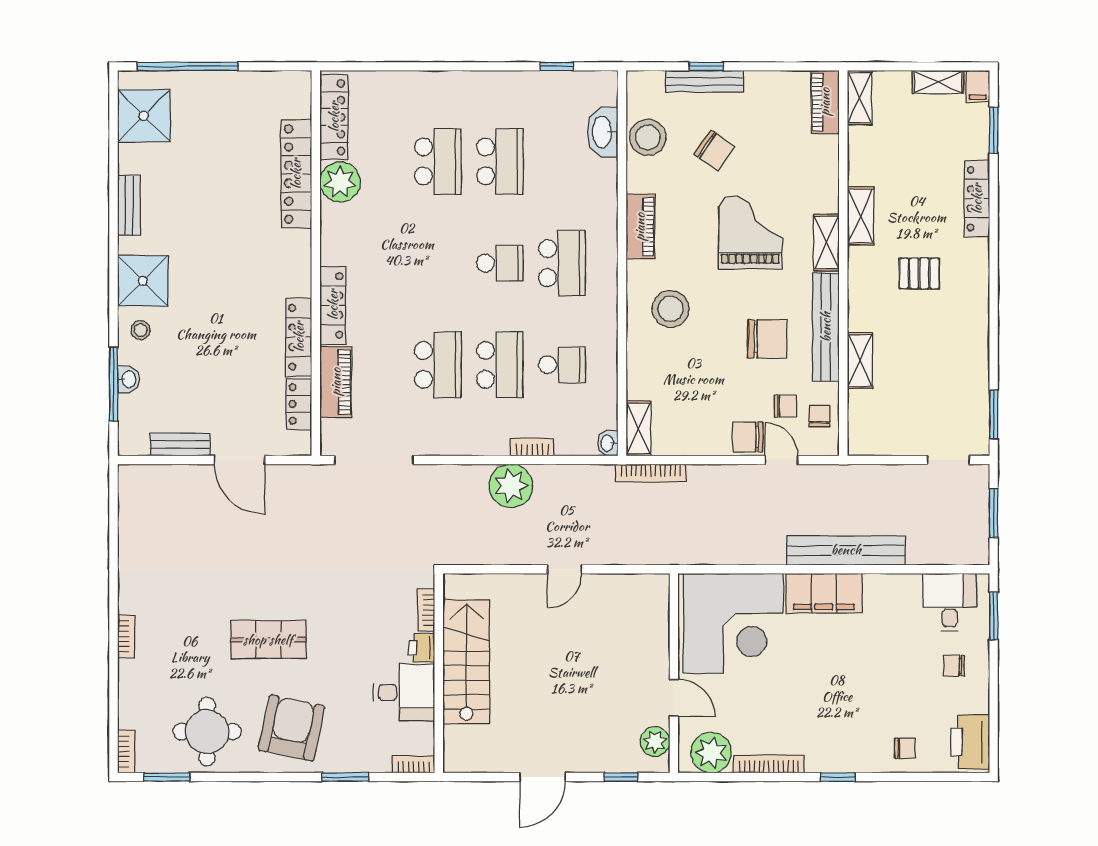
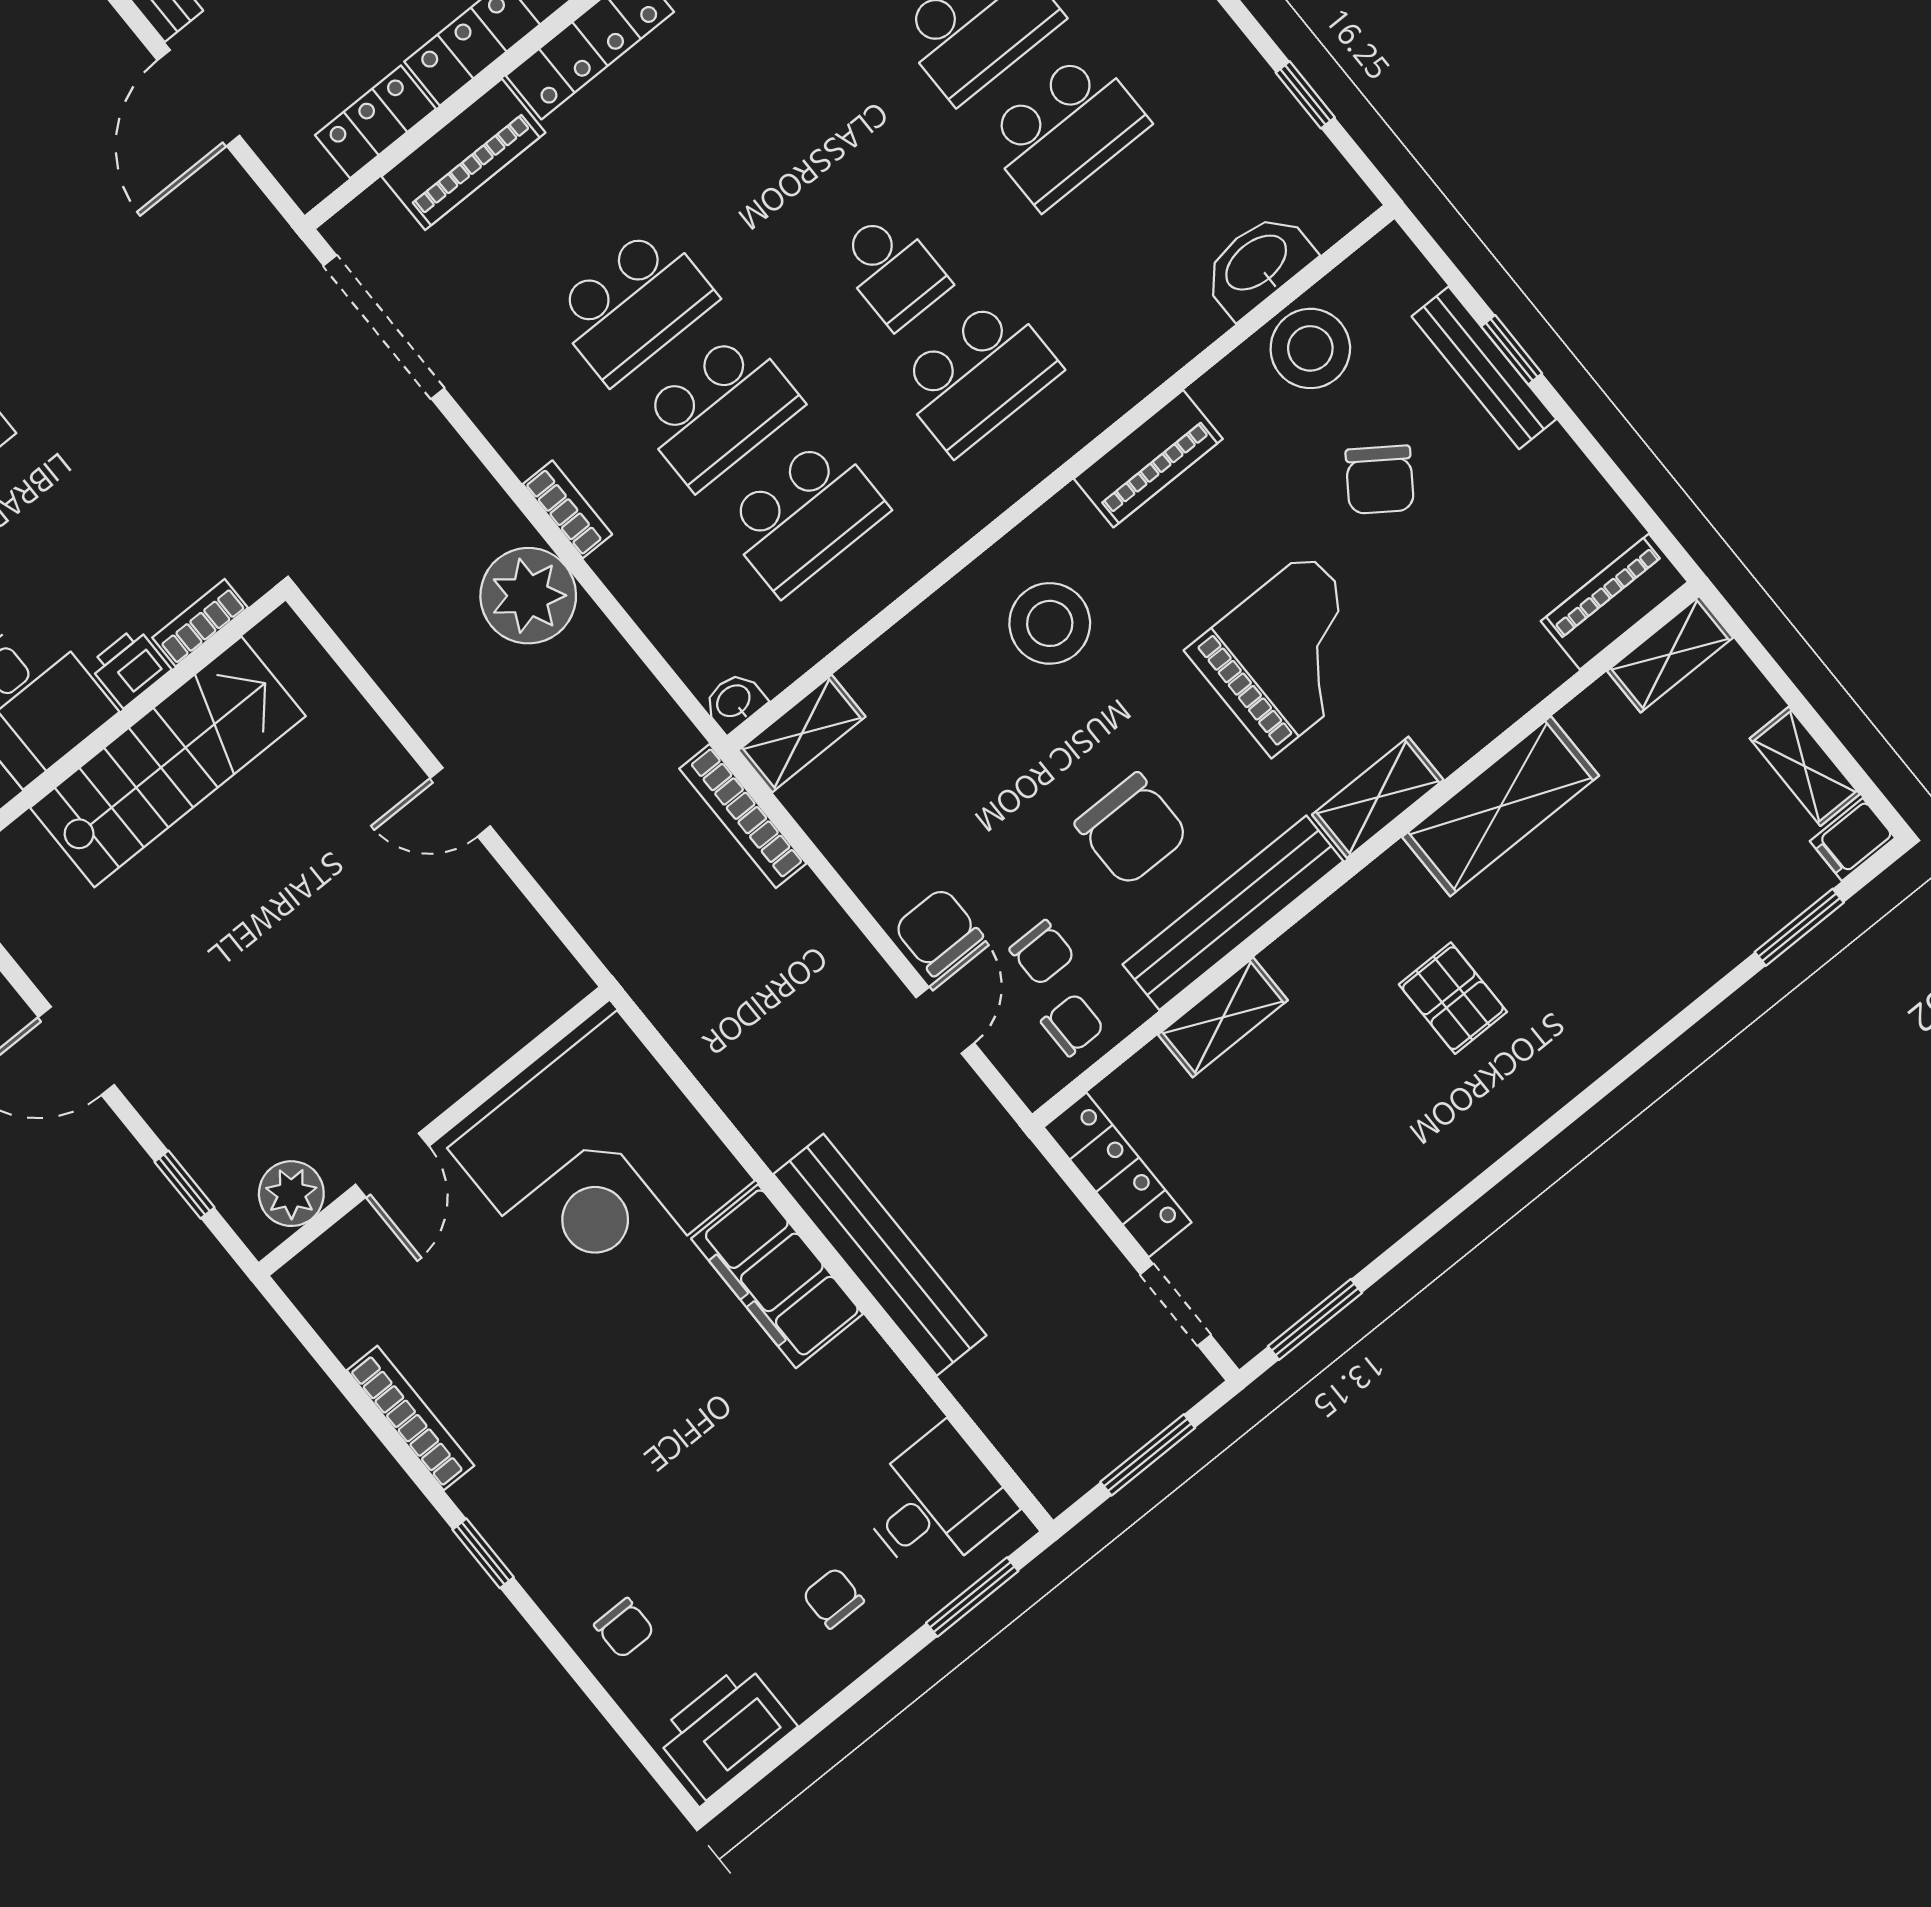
locker: (977, 199) -> (1117, 1175), moved, turned 90
shelving: (861, 216) -> (1501, 806), width x1.50, depth x1.33
school desk: (562, 365) -> (805, 516), width x1.85
bookcase: (532, 447) -> (567, 509), moved
plant: (711, 753) -> (350, 1304), removed

